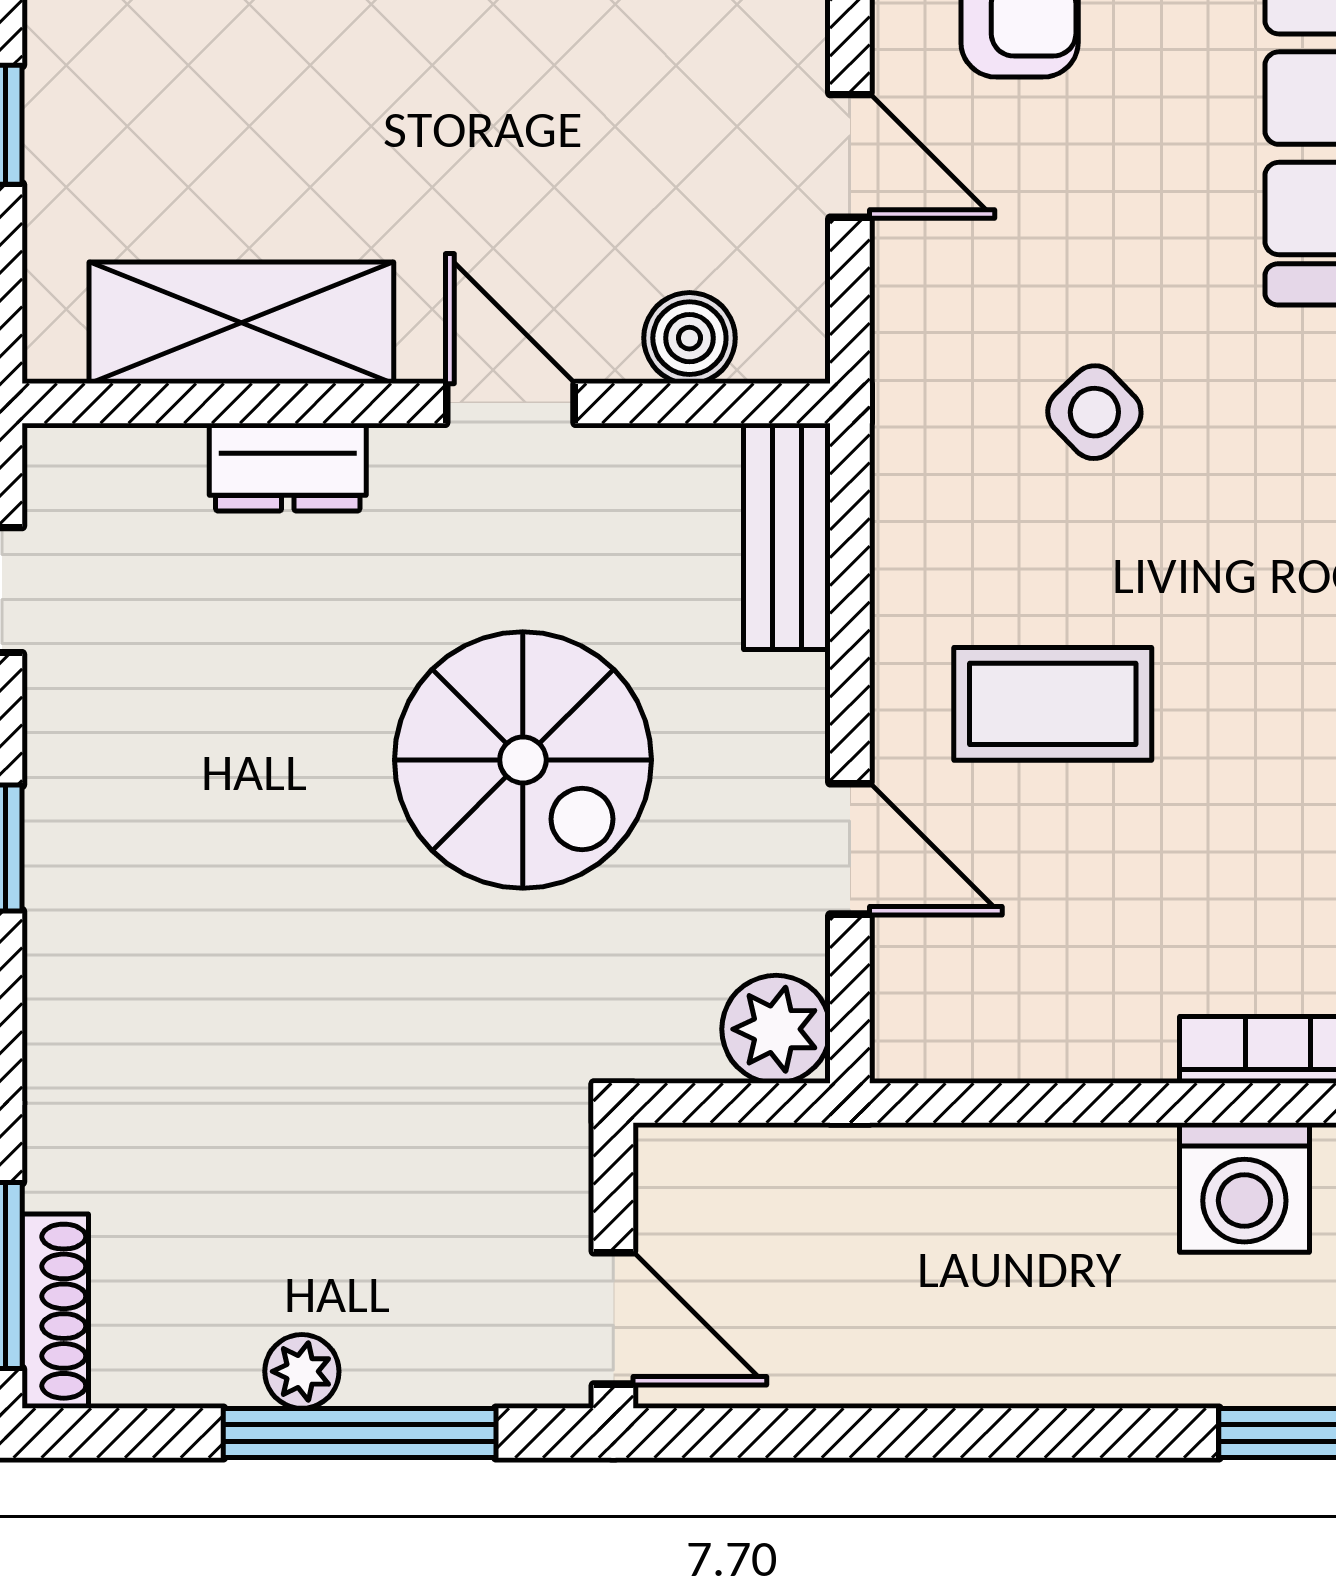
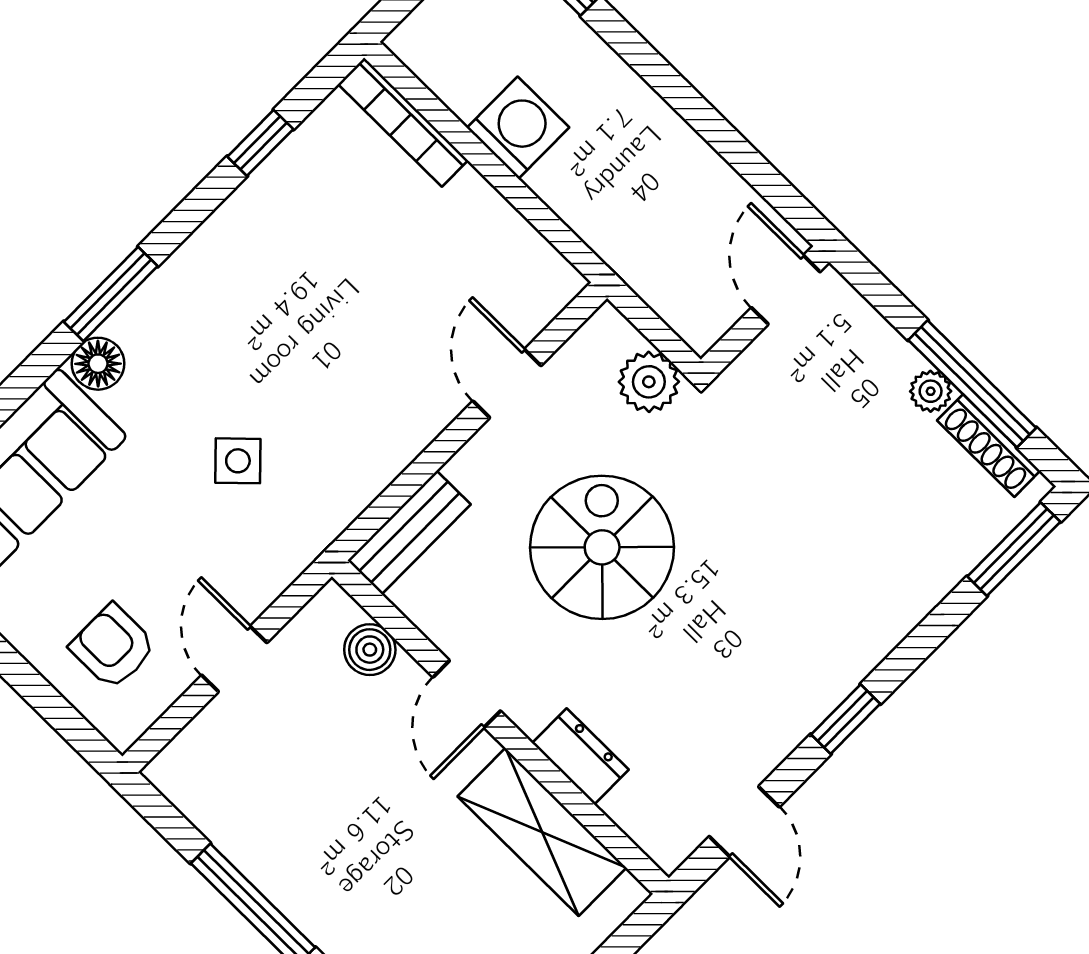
coffee table: (1053, 704) -> (369, 361), removed
plant: (776, 1029) -> (649, 382), moved
washing machine: (1244, 1188) -> (518, 128), moved
shoe rack: (55, 1311) -> (989, 446), moved, turned -90
window: (360, 1433) -> (972, 384), moved

